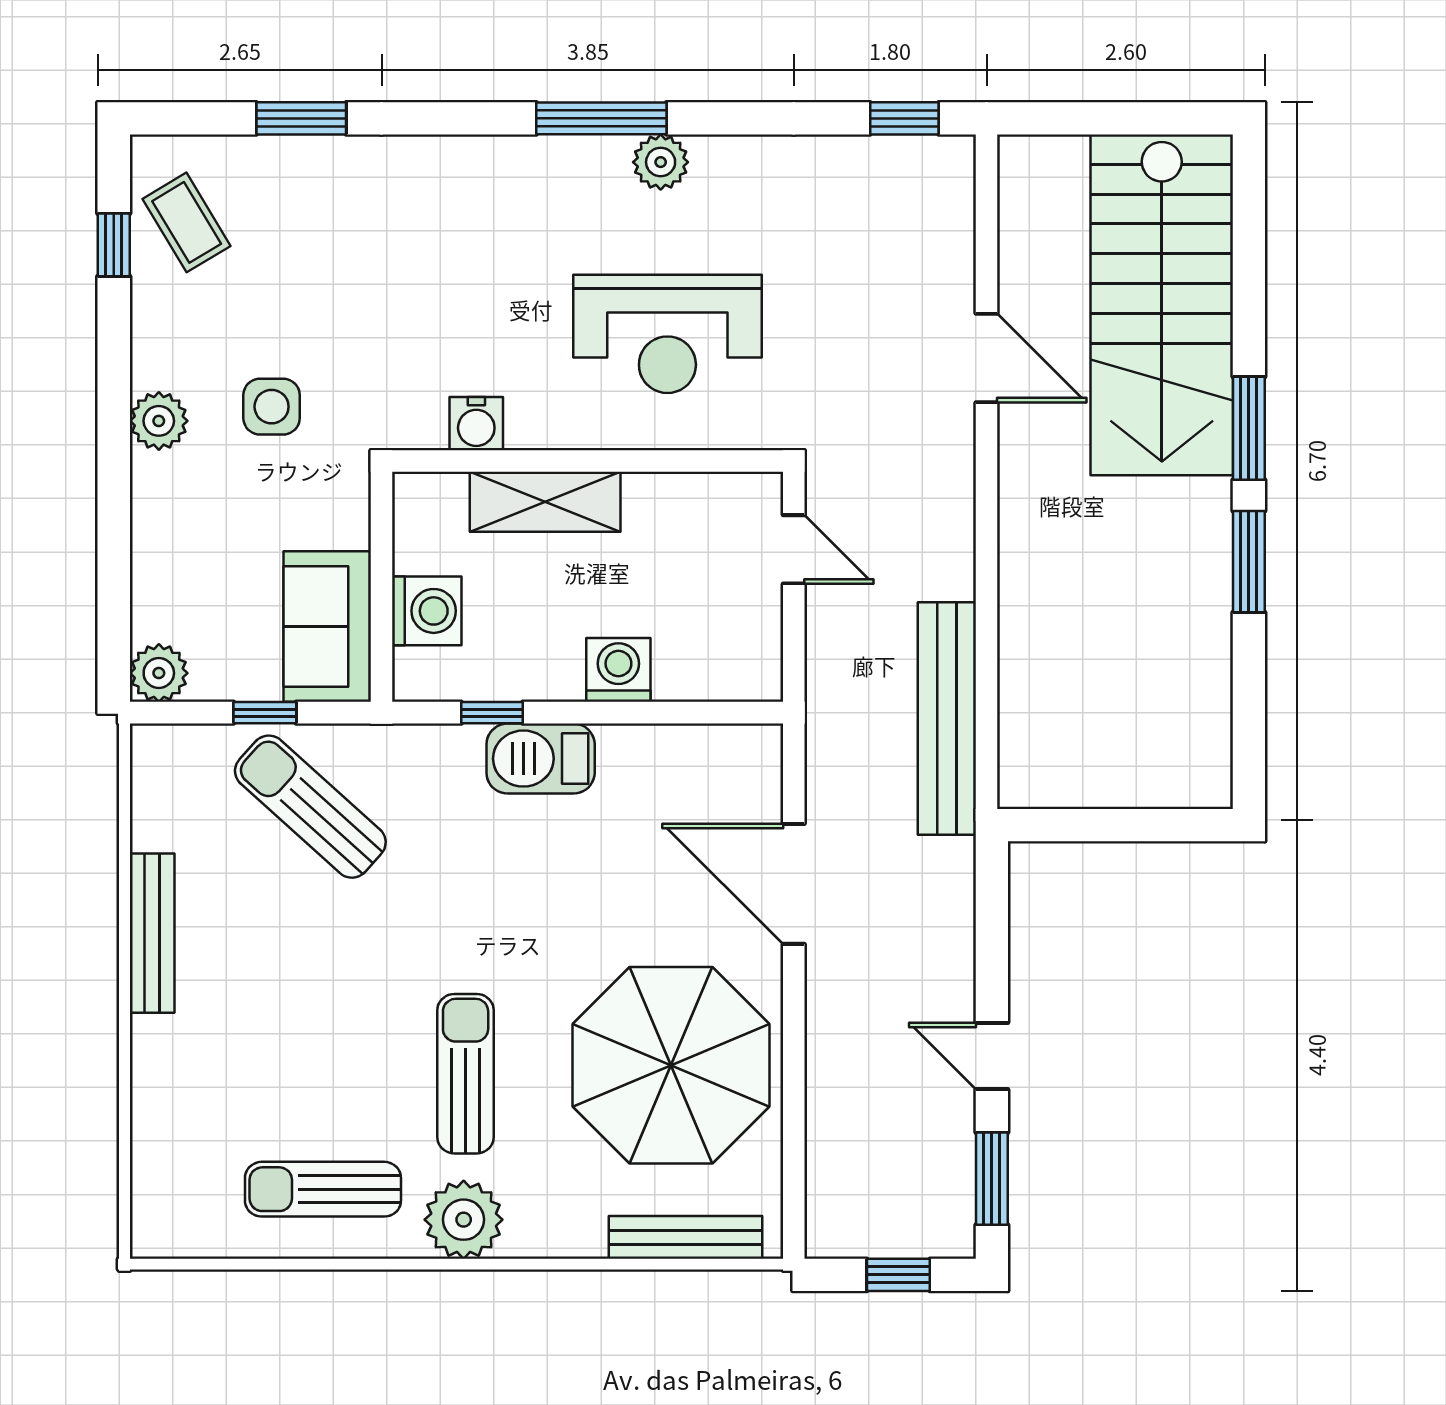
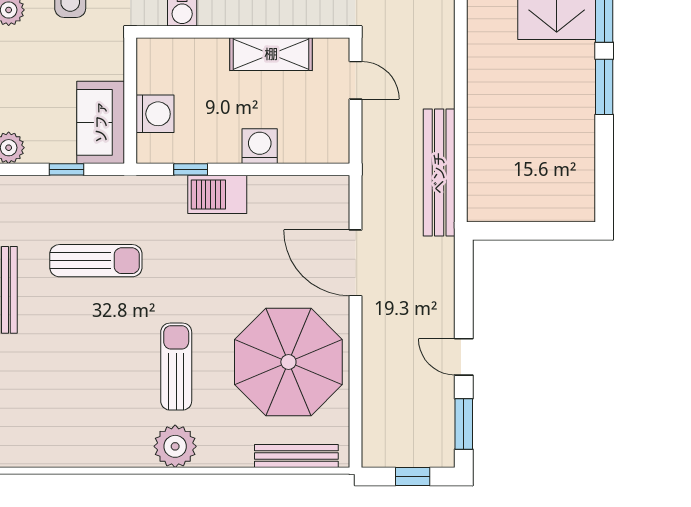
shelving: (545, 502) -> (271, 54), moved
sun lounger: (310, 807) -> (96, 261), moved, turned 138
sun lounger: (323, 1189) -> (98, 430), removed

